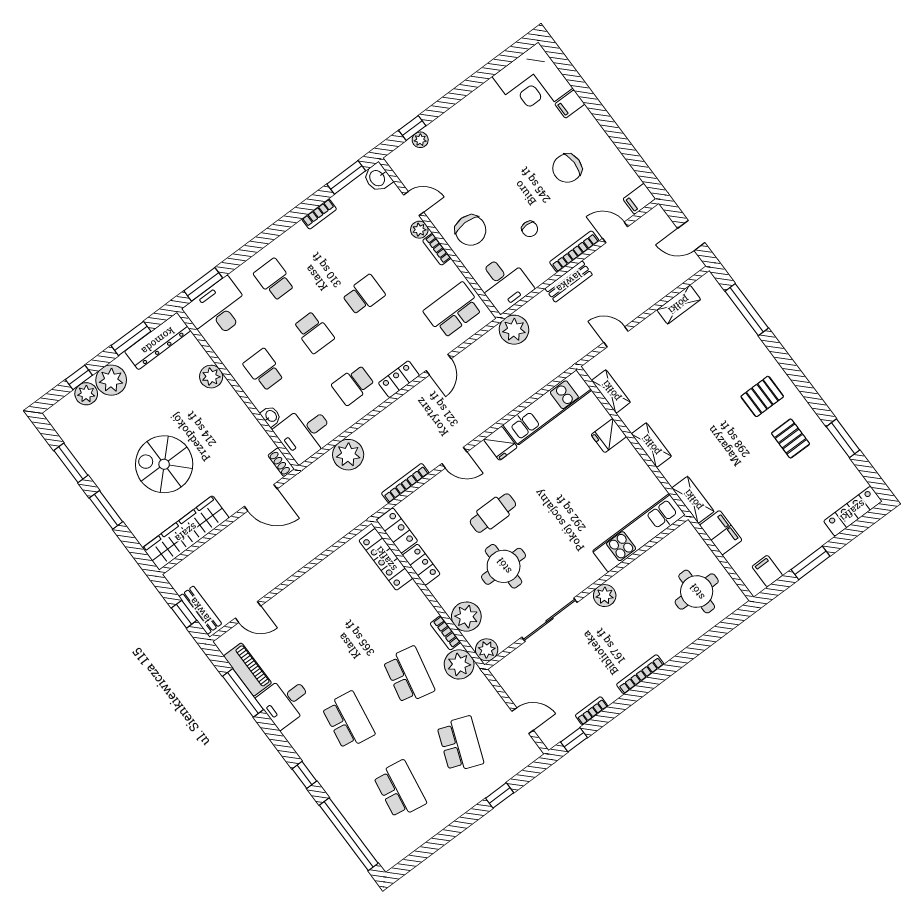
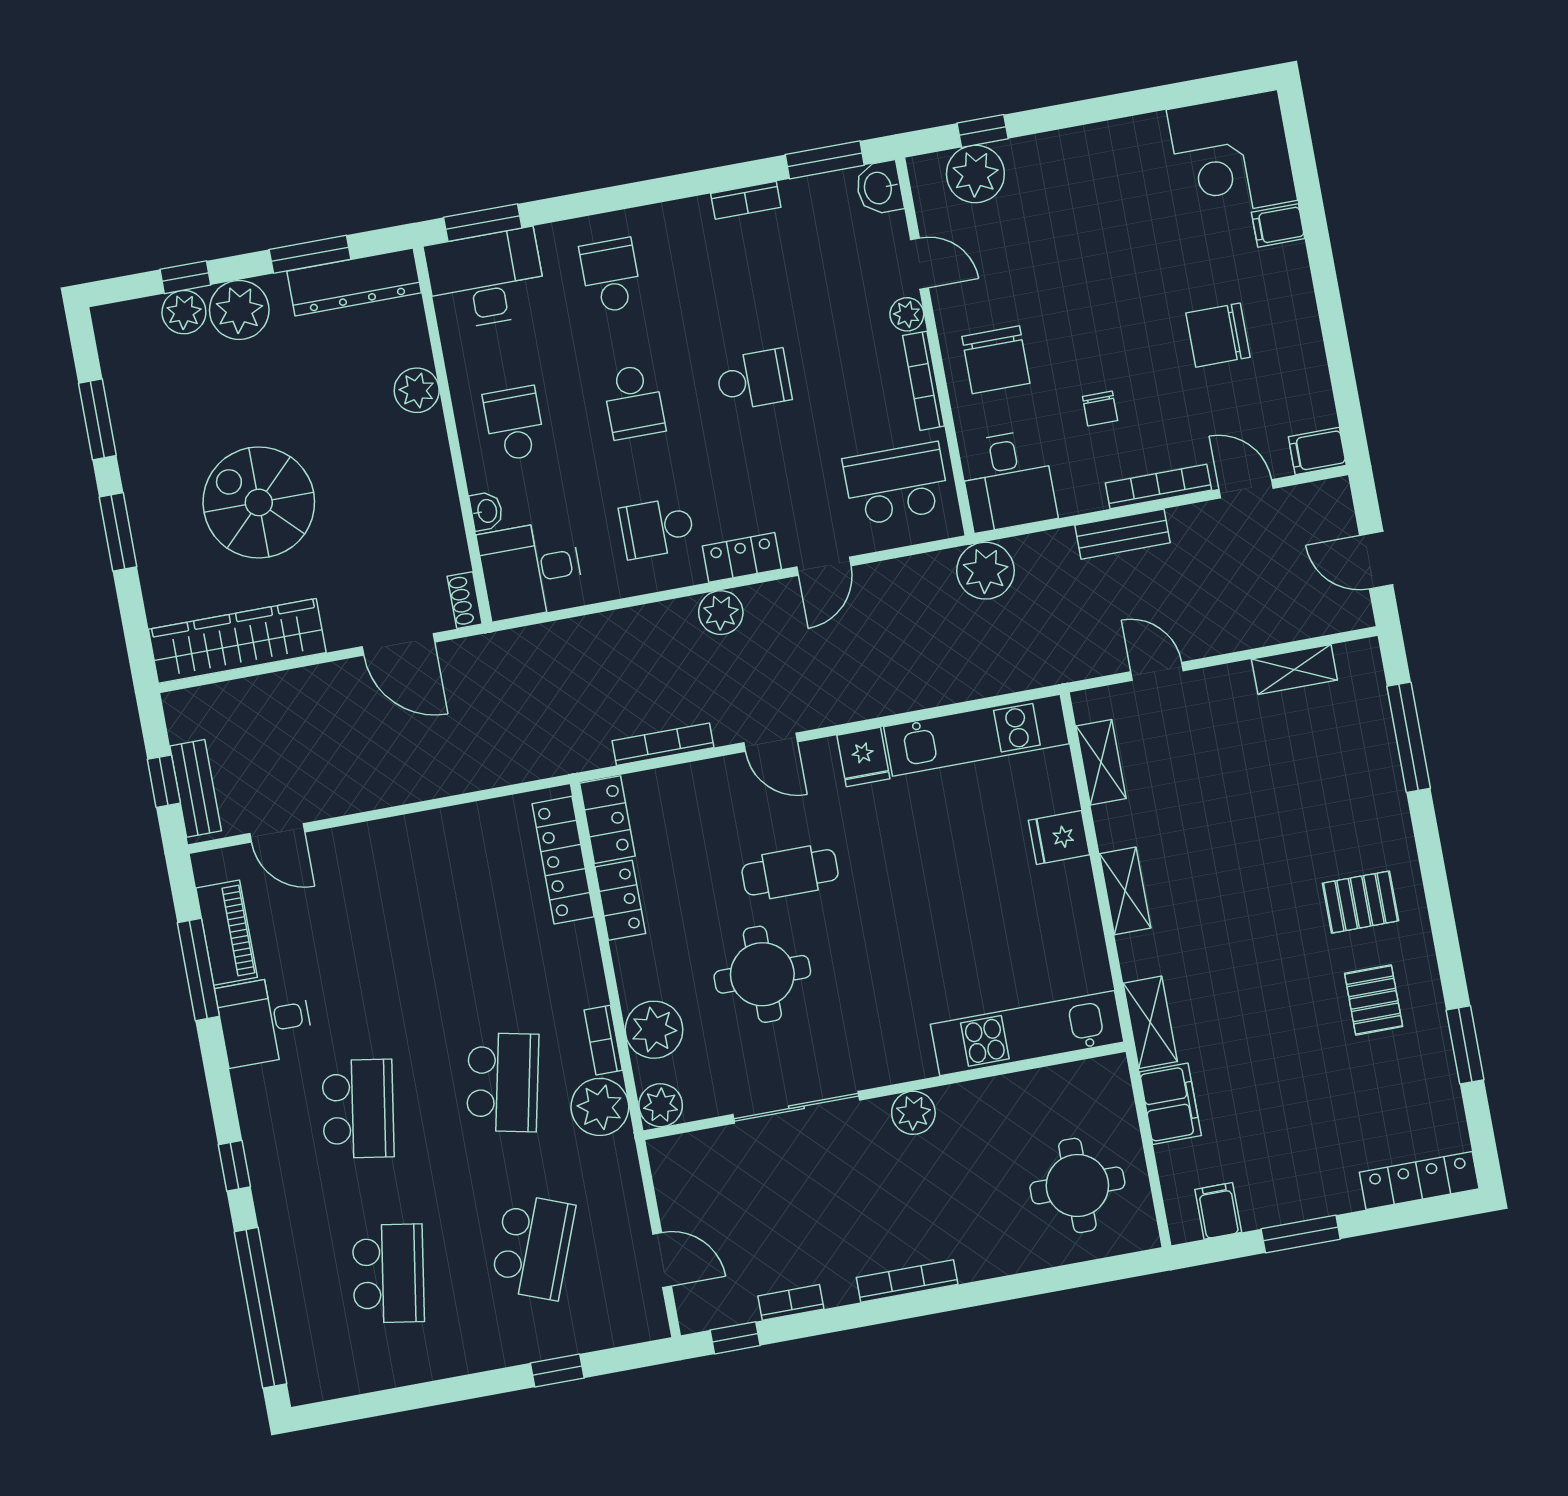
plant: (420, 140) -> (975, 174), width x1.88, depth x1.88
bookcase: (437, 249) -> (924, 381), width x1.56
plant: (348, 455) -> (721, 613), moved, width x0.73, depth x0.73

